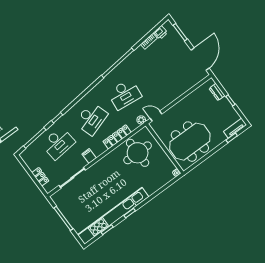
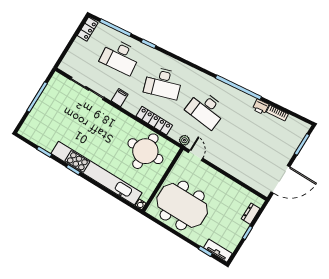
printer: (161, 32) -> (261, 107), moved
locker: (40, 177) -> (88, 29), moved
kitchen unit: (113, 216) -> (97, 173), moved

